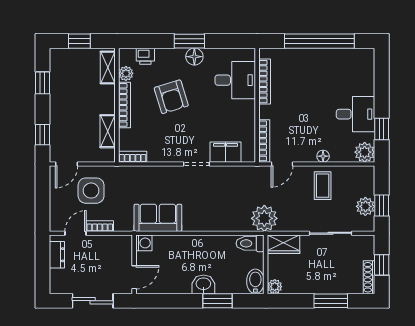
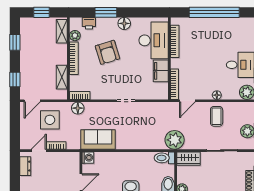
window: (189, 41) -> (106, 12), moved
desk: (235, 80) -> (154, 40), width x1.37
filing cabinet: (226, 152) -> (161, 71), moved, turned -90
floor lamp: (130, 174) -> (78, 108), added

